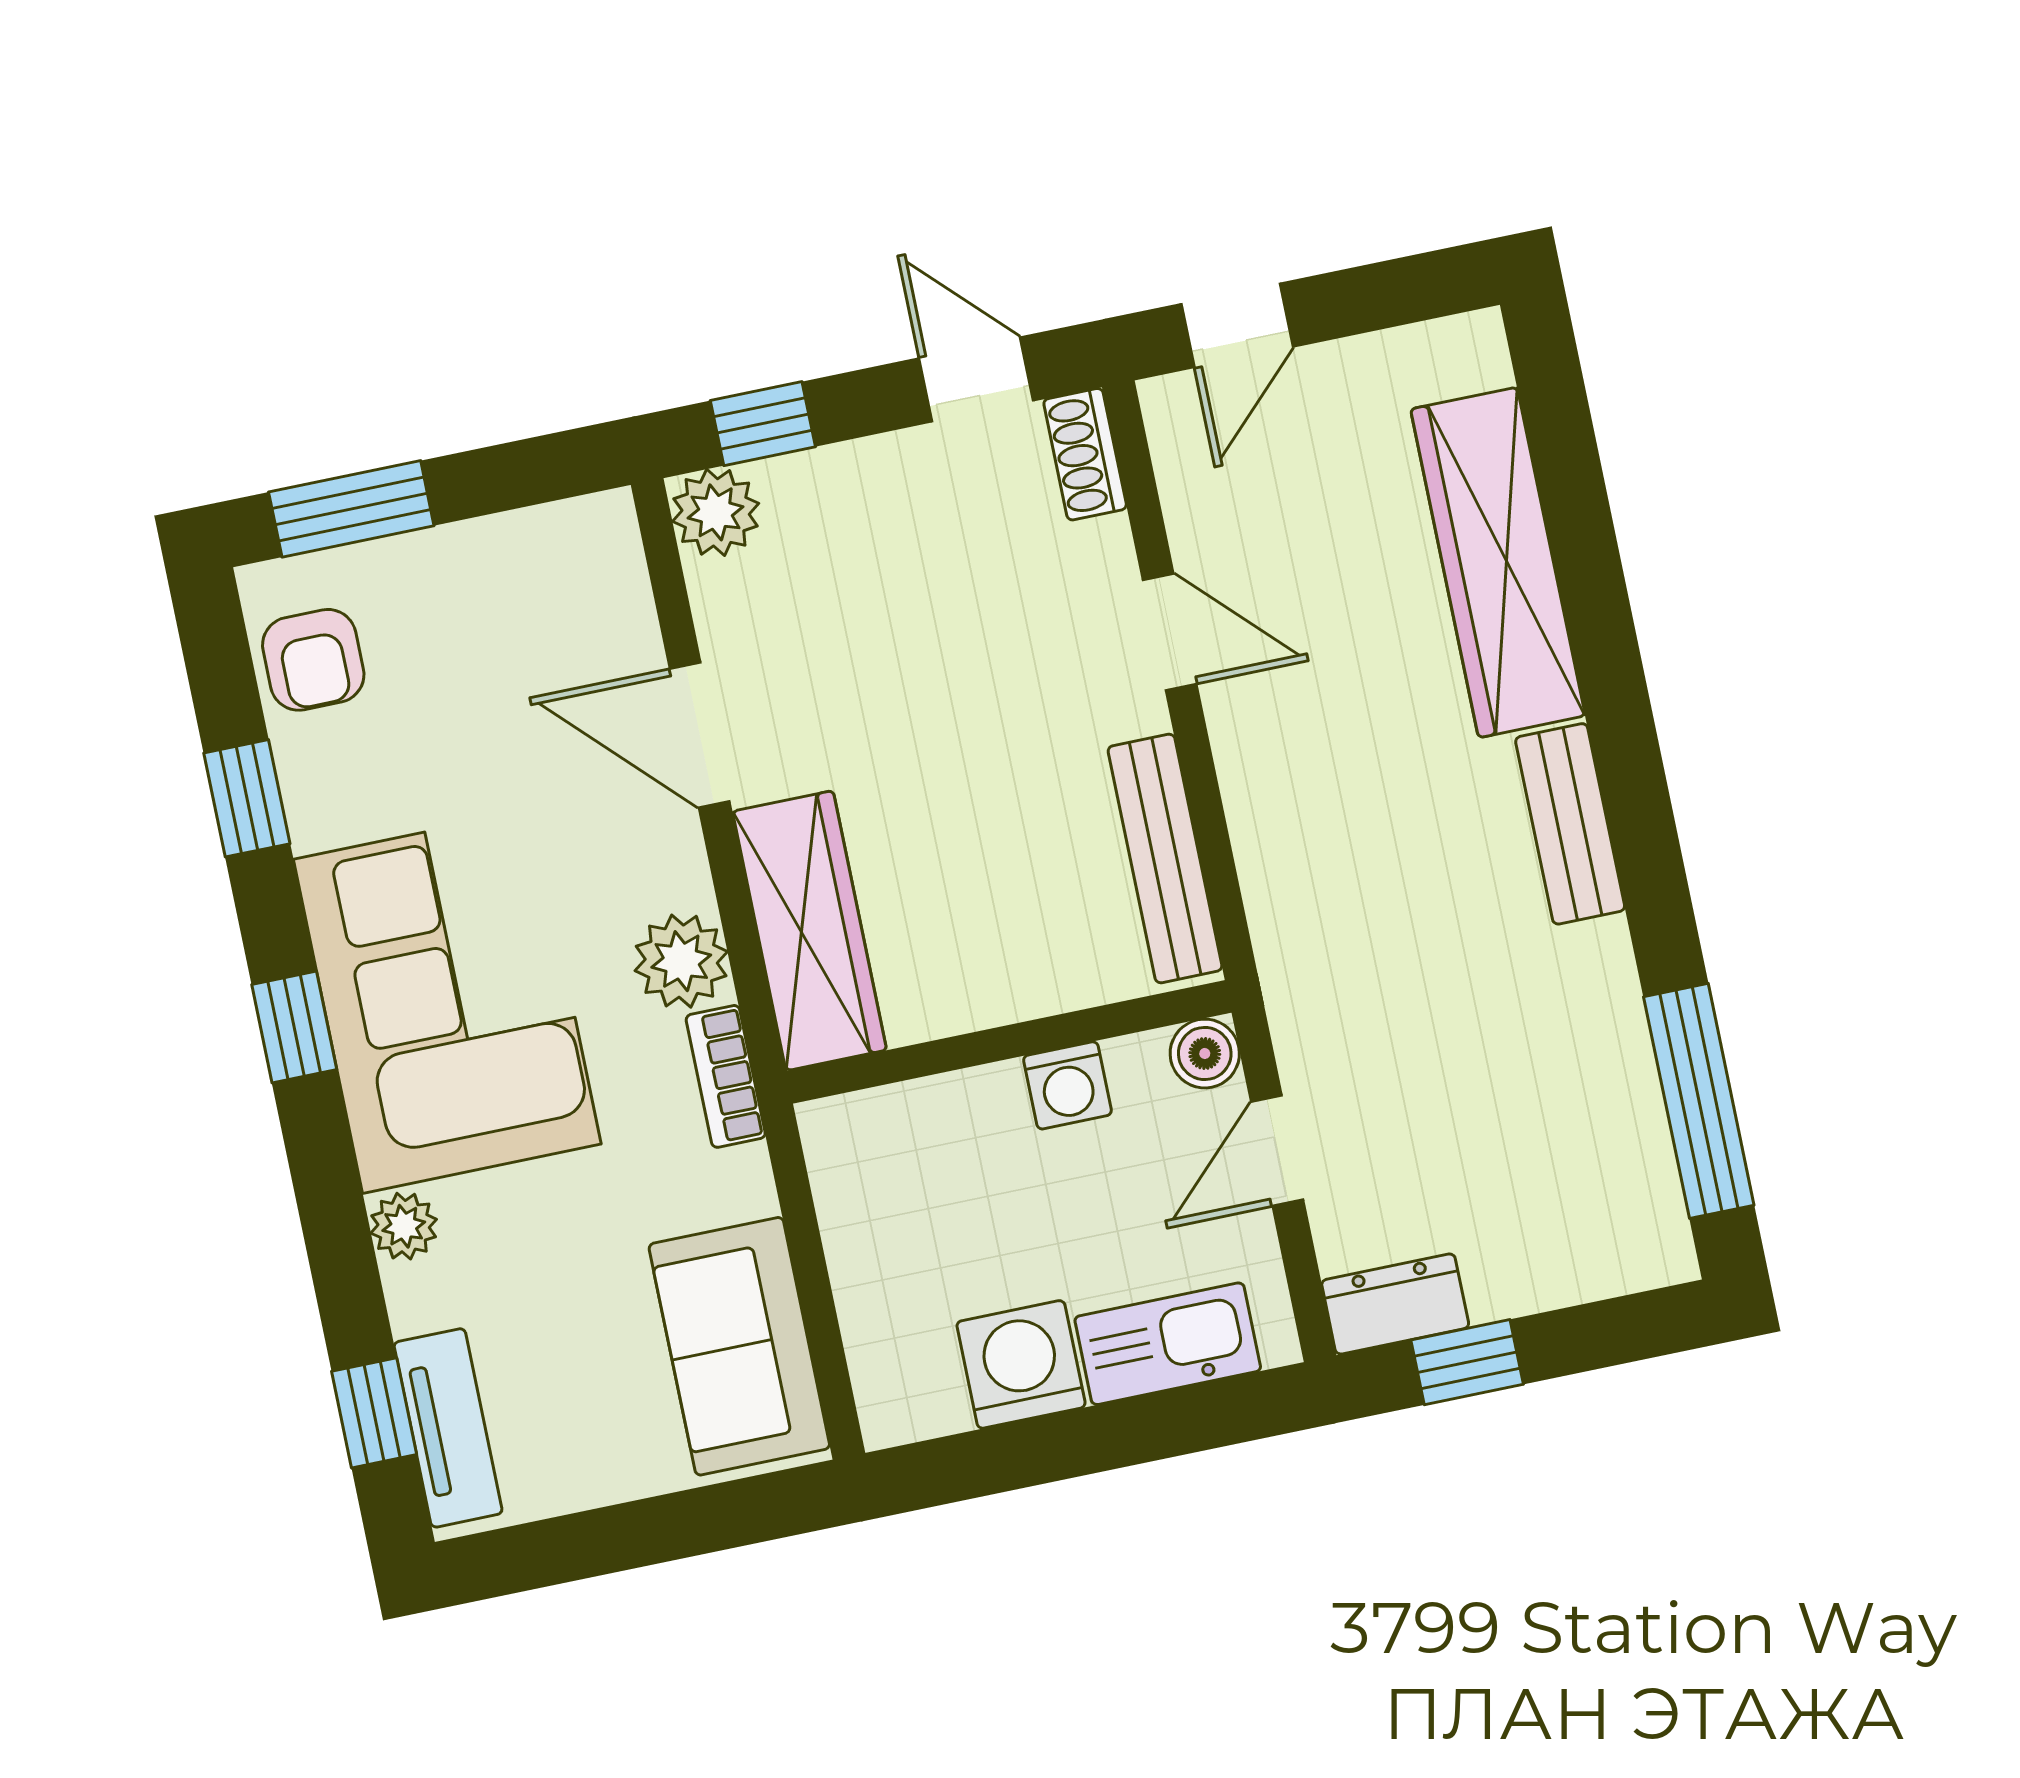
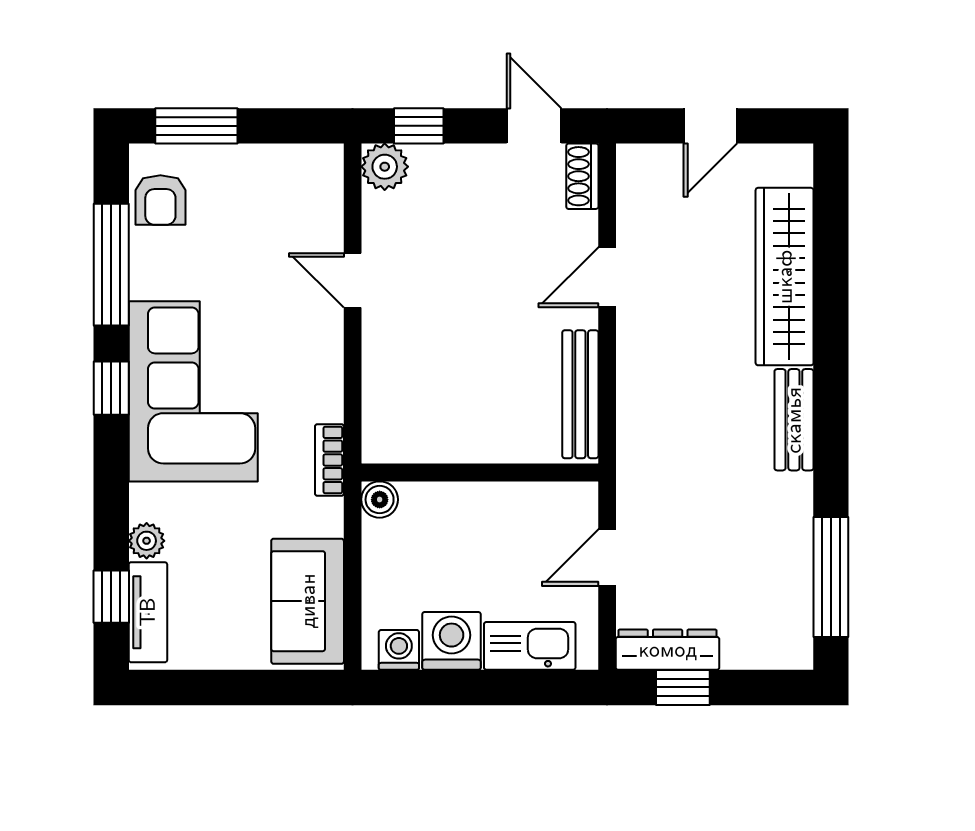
door: (1237, 325) -> (710, 126), moved
door: (1170, 632) -> (607, 277), swing flipped
door: (700, 735) -> (353, 280), width x0.73
window: (247, 798) -> (111, 265), width x2.17
wardrobe: (810, 931) -> (388, 393), removed
plant: (681, 961) -> (319, 395), removed
boiler: (1205, 1054) -> (380, 500), moved
washing machine: (1067, 1085) -> (399, 650), moved, turned 180
plant: (404, 1226) -> (147, 541), moved
dresser: (1395, 1304) -> (668, 650), width x1.44

